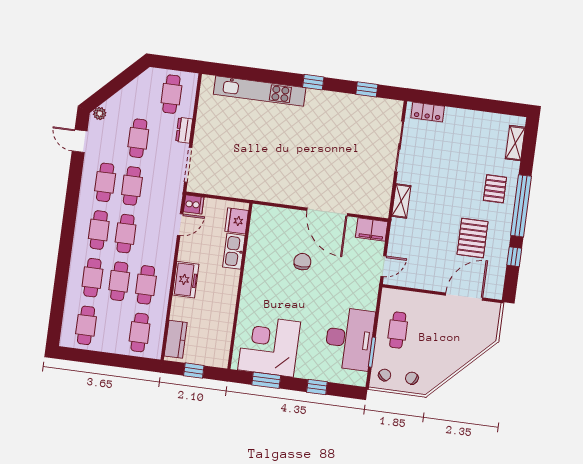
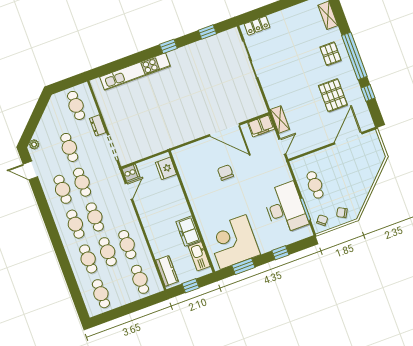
shelving: (401, 201) -> (280, 119), moved
kitchen sink: (234, 251) -> (199, 256), moved
freezer: (186, 280) -> (188, 231), moved, turned 180

